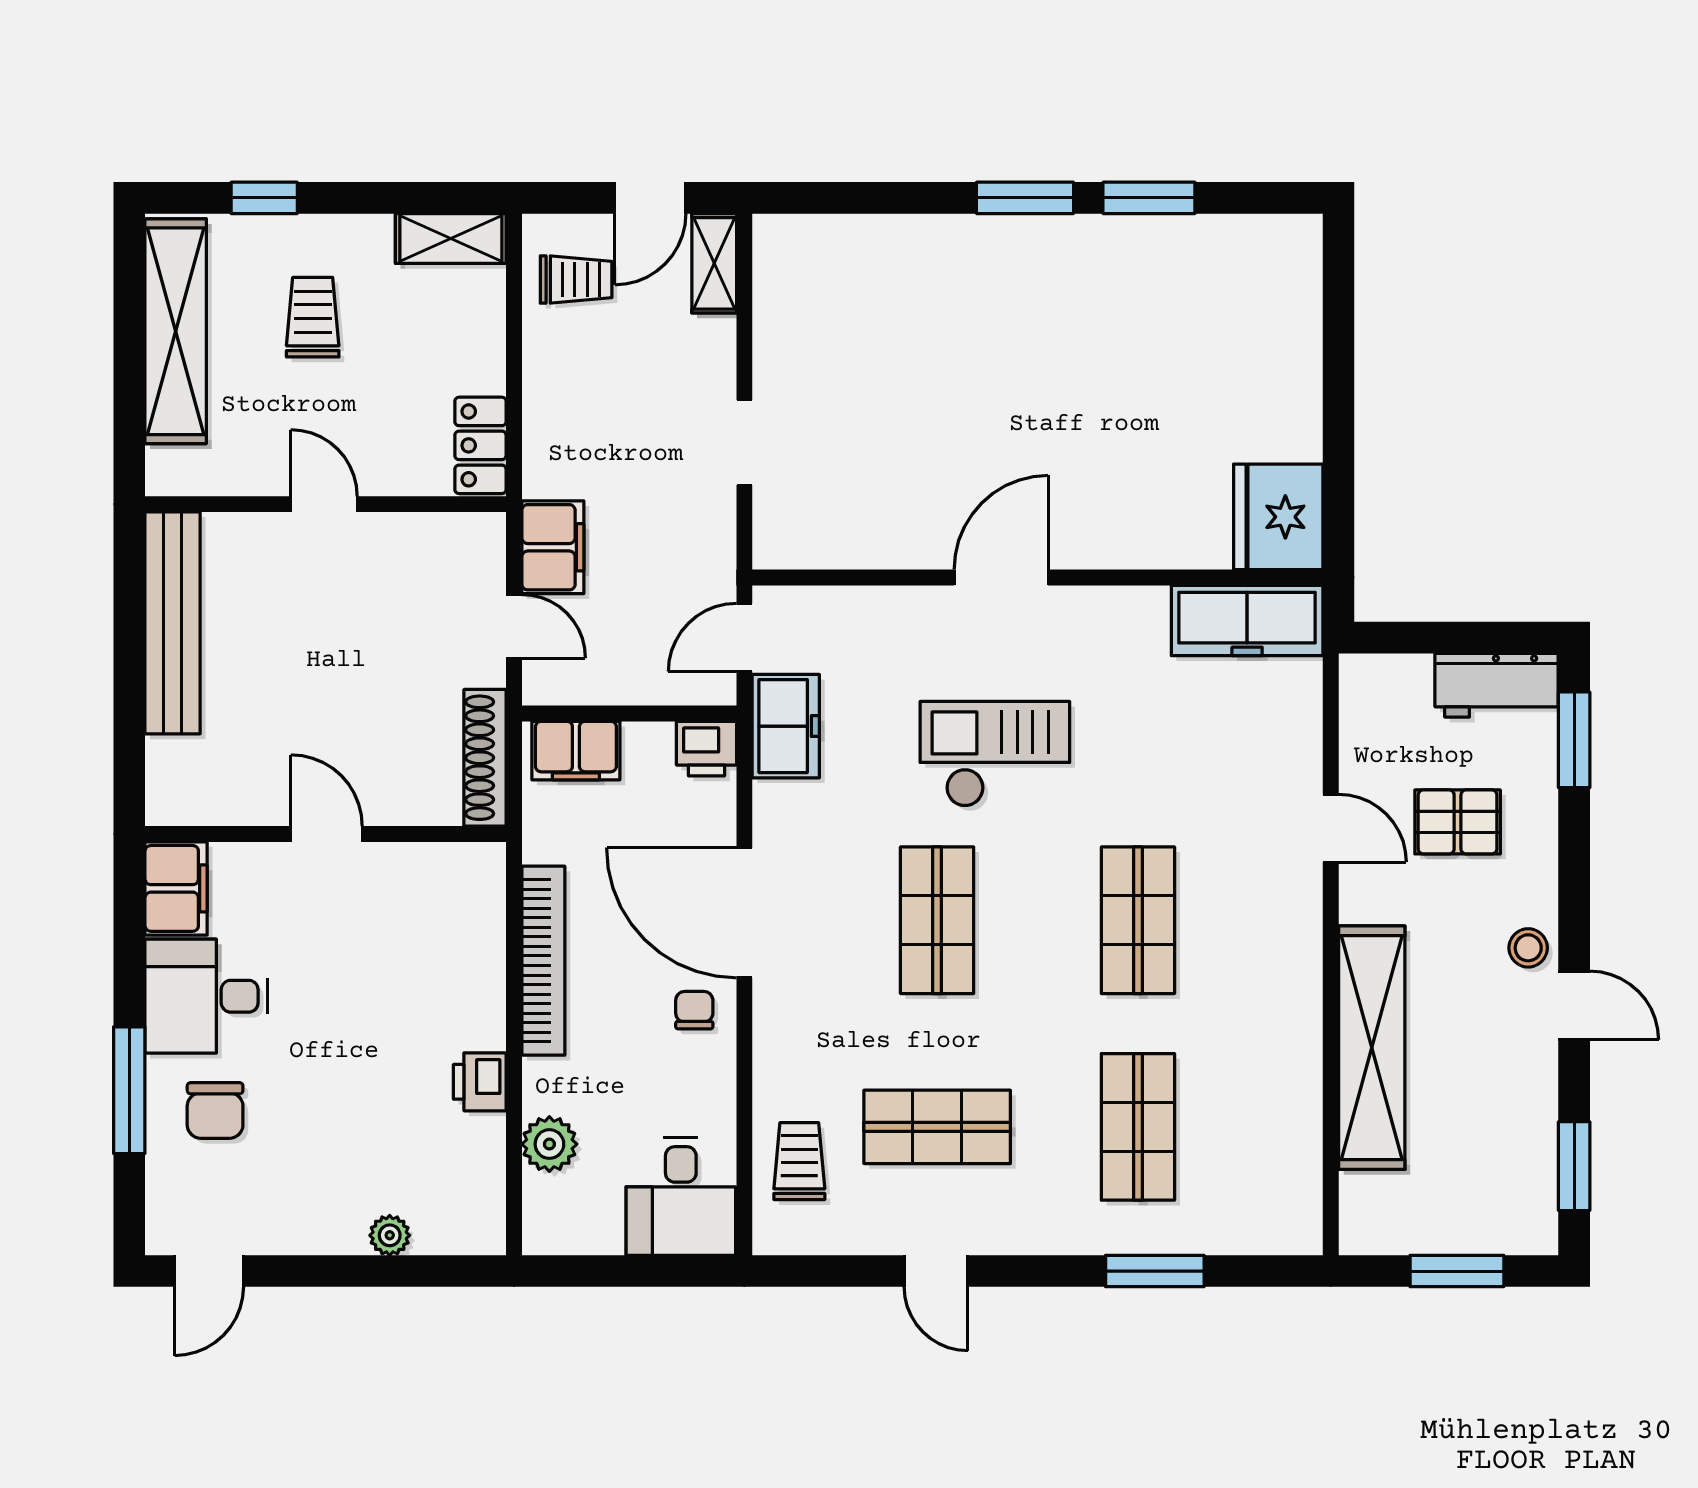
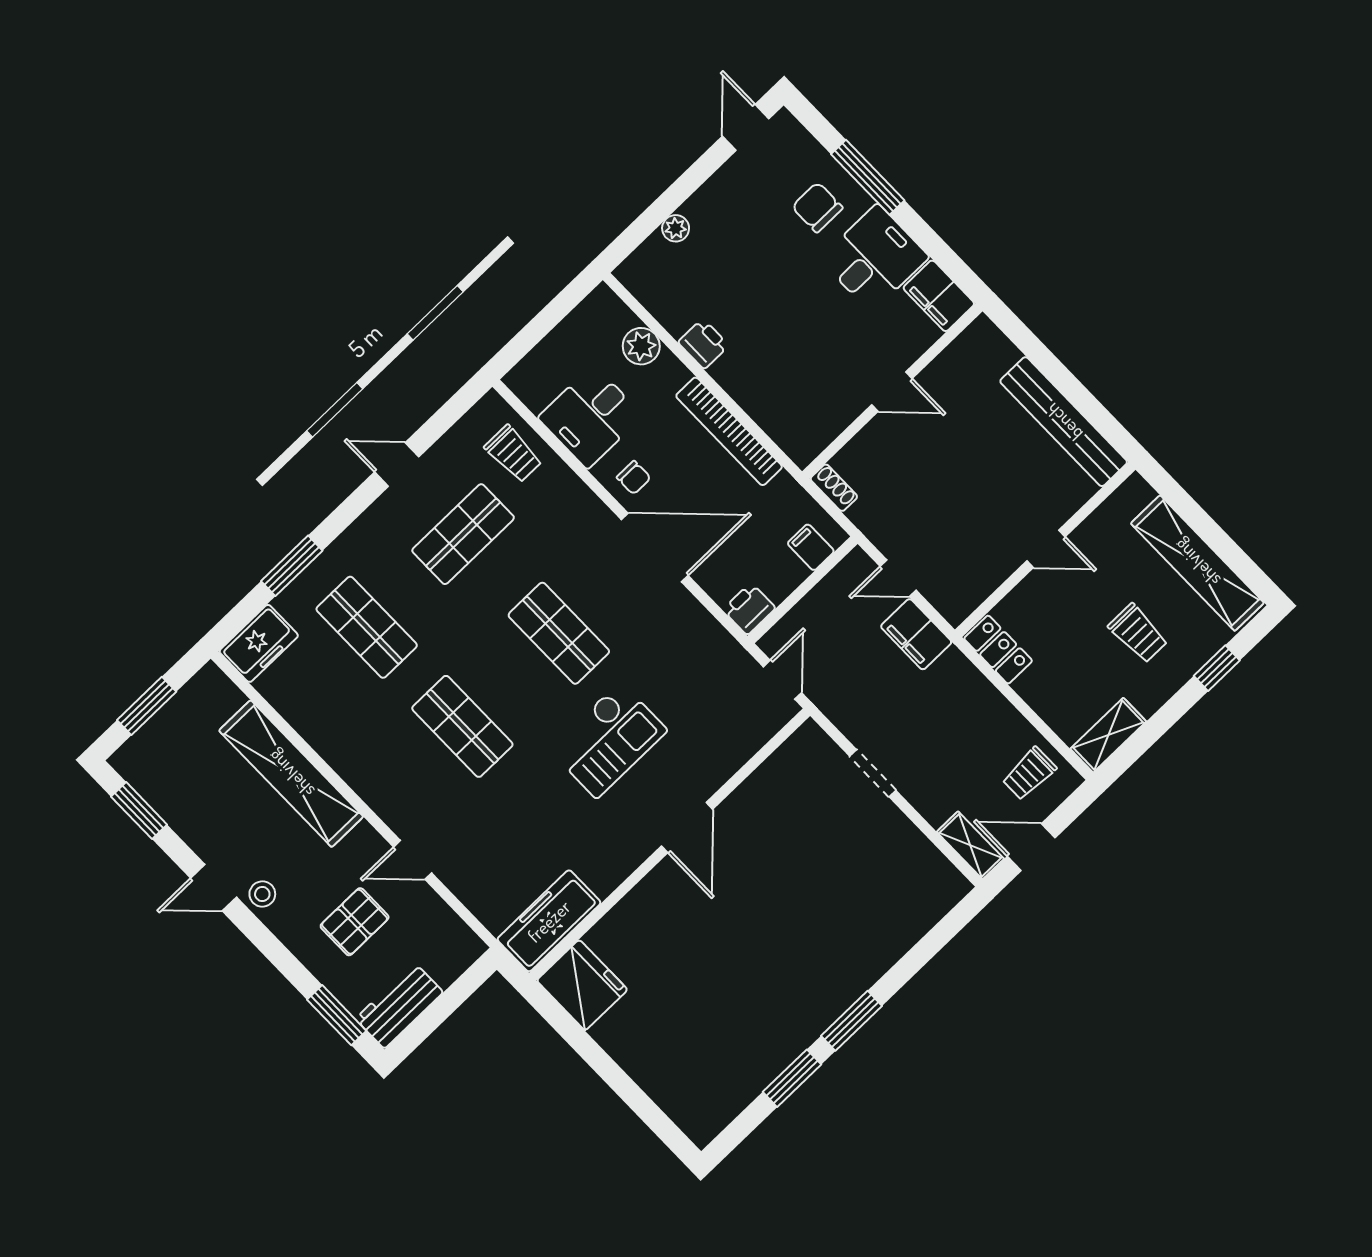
door: (650, 198) -> (1031, 847), hinge flipped
freezer: (786, 726) -> (259, 643), moved, turned -90
filing cabinet: (576, 751) -> (811, 547), width x0.50
shoe rack: (485, 758) -> (834, 488), width x0.51, depth x0.81
desk: (681, 1196) -> (590, 417), moved, turned -90

